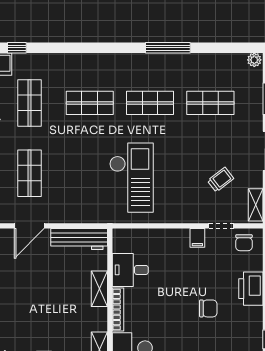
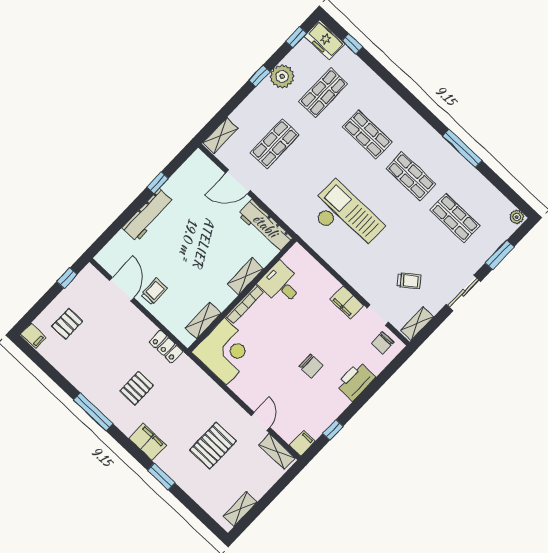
checkout: (131, 178) -> (346, 218), turned -90
filing cabinet: (197, 238) -> (347, 302), width x2.00

